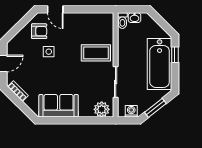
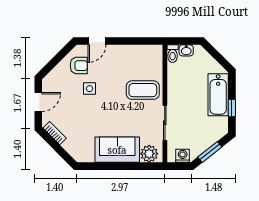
door: (55, 9) -> (97, 41), hinge flipped
window: (175, 55) -> (232, 108), moved
bathtub: (160, 64) -> (218, 95), width x0.73, depth x0.73
sofa: (59, 106) -> (117, 150), moved

